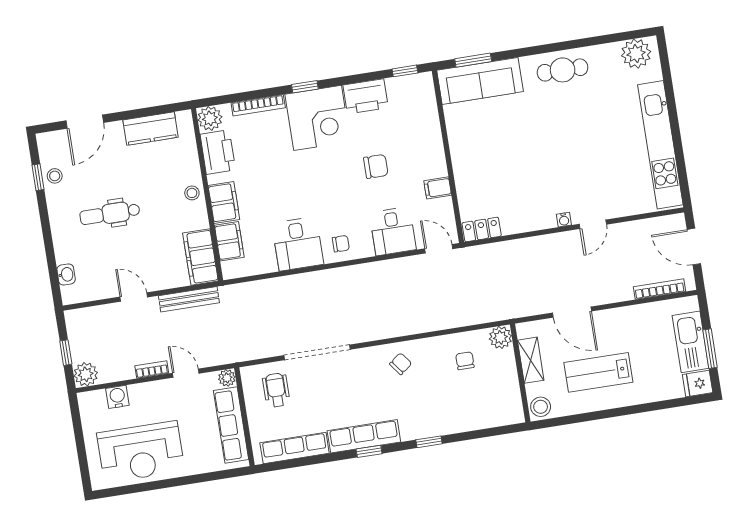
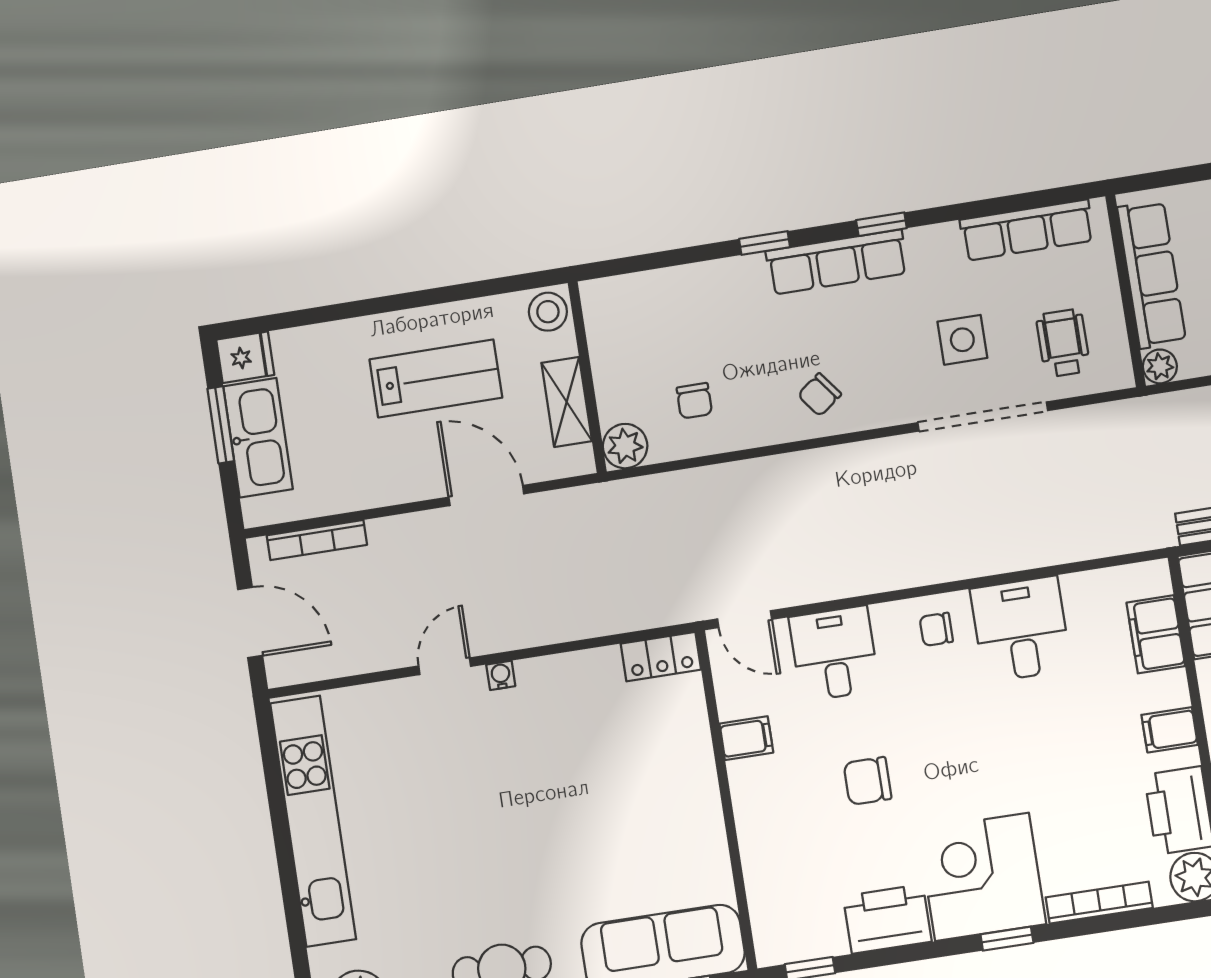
filing cabinet: (224, 202) -> (1170, 730), width x0.50
wheelchair: (276, 390) -> (1063, 343), turned 180
side table: (328, 392) -> (962, 340), added
row of seats: (364, 436) -> (837, 262), moved

